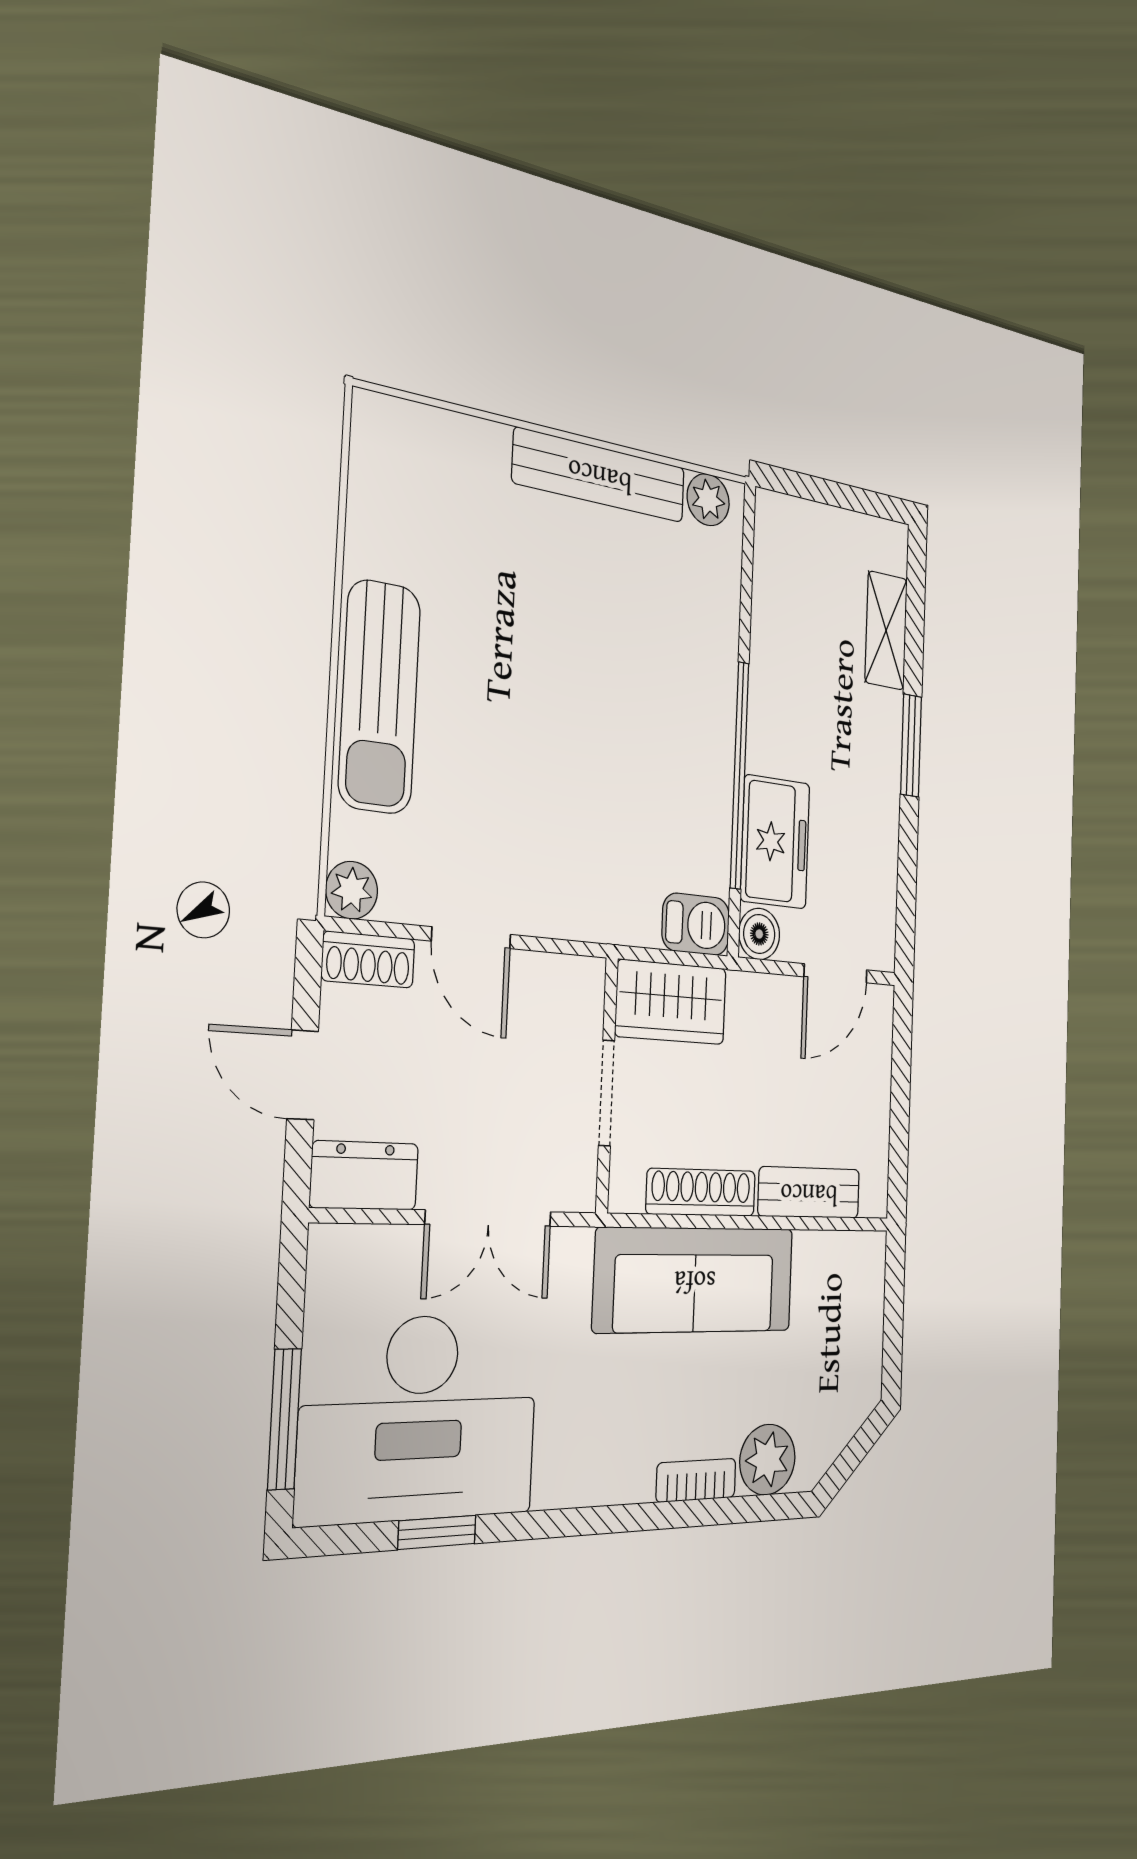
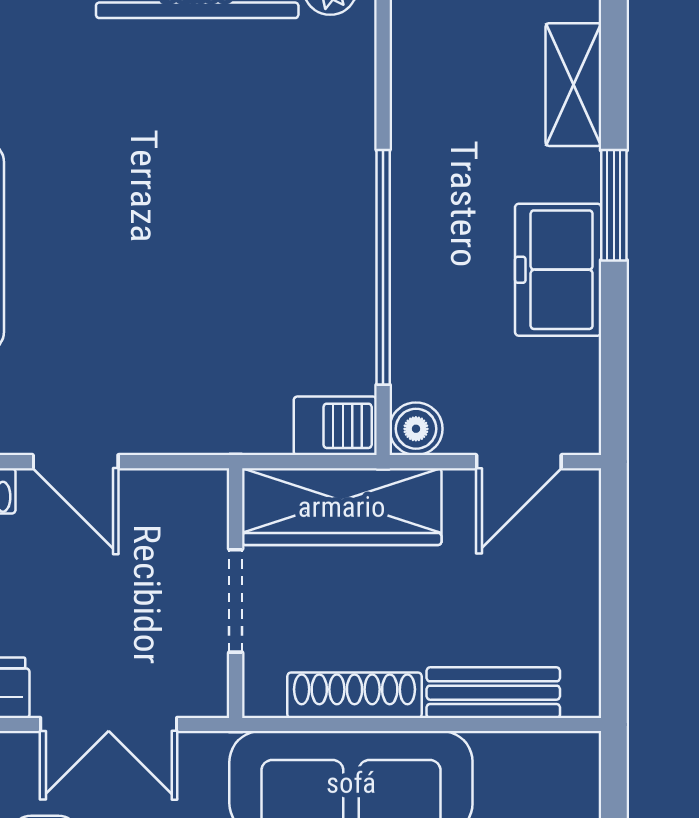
freezer: (775, 842) -> (558, 270), moved, turned 180
wardrobe: (671, 1002) -> (342, 507), width x1.50

